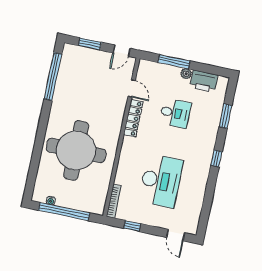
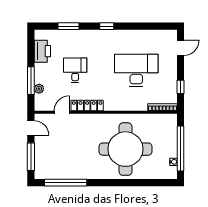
window: (90, 44) -> (31, 157), width x1.44
plant: (186, 74) -> (39, 89), moved

